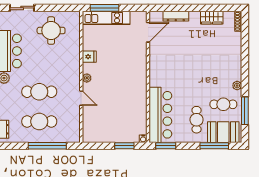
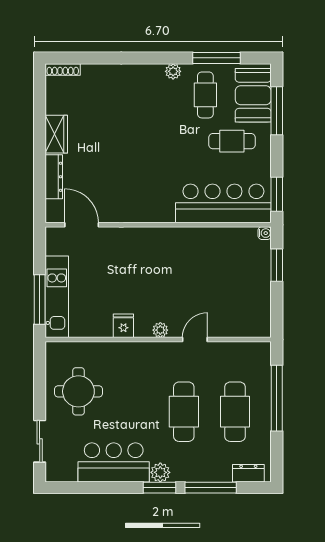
wardrobe: (212, 18) -> (56, 134), moved

